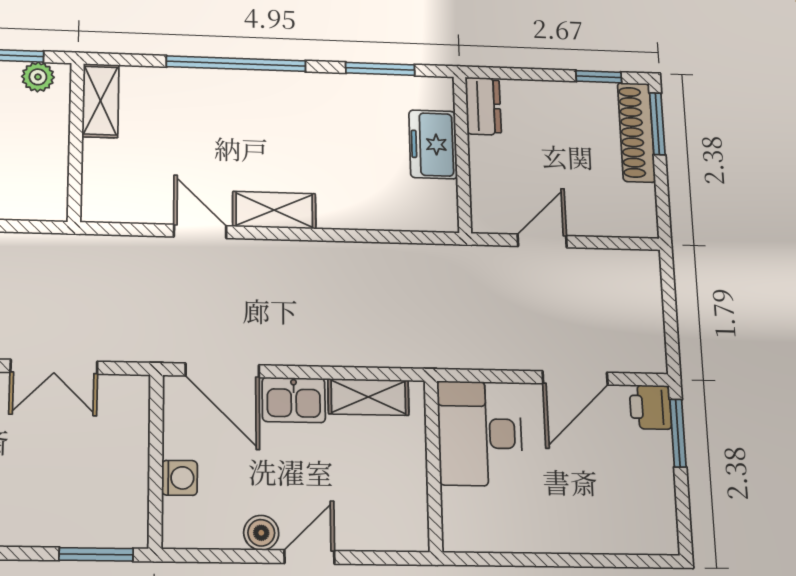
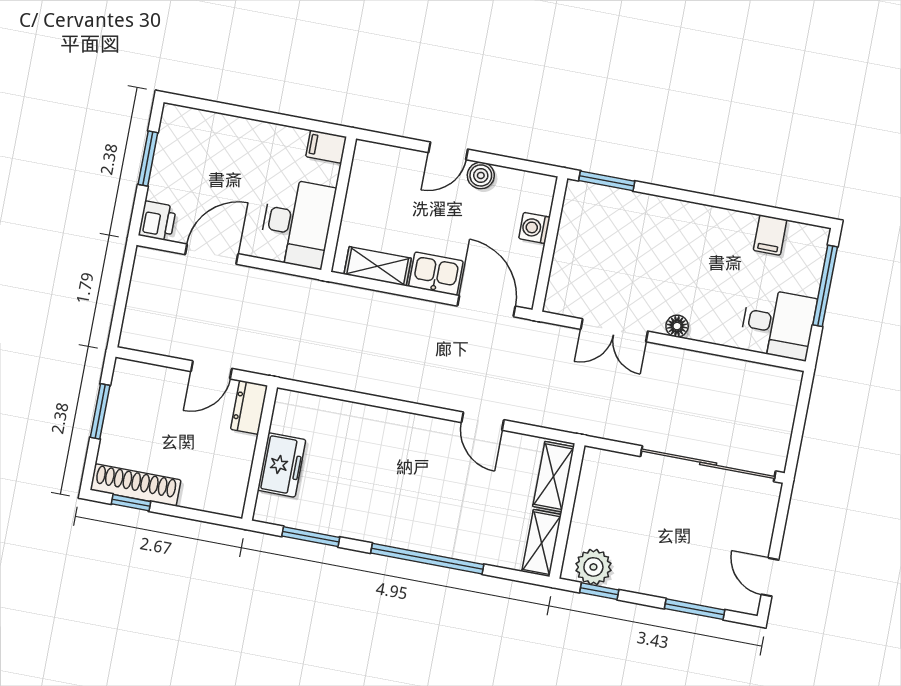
plant: (38, 77) -> (593, 567), width x1.38, depth x1.38
dresser: (483, 106) -> (249, 407), moved
window: (657, 124) -> (100, 411), moved
shoe rack: (636, 132) -> (136, 485), moved, turned -90
shelving: (274, 210) -> (553, 477), moved, turned 90
double door: (54, 367) -> (614, 330), swing flipped
window: (678, 433) -> (148, 158), moved
filing cabinet: (465, 535) -> (326, 147), added

